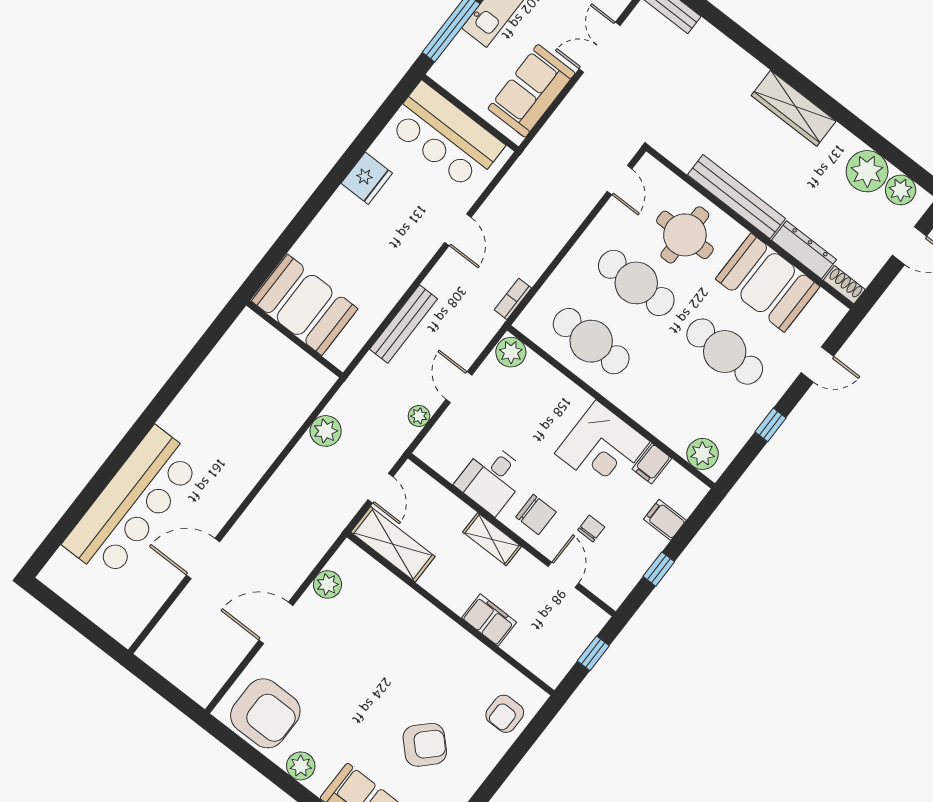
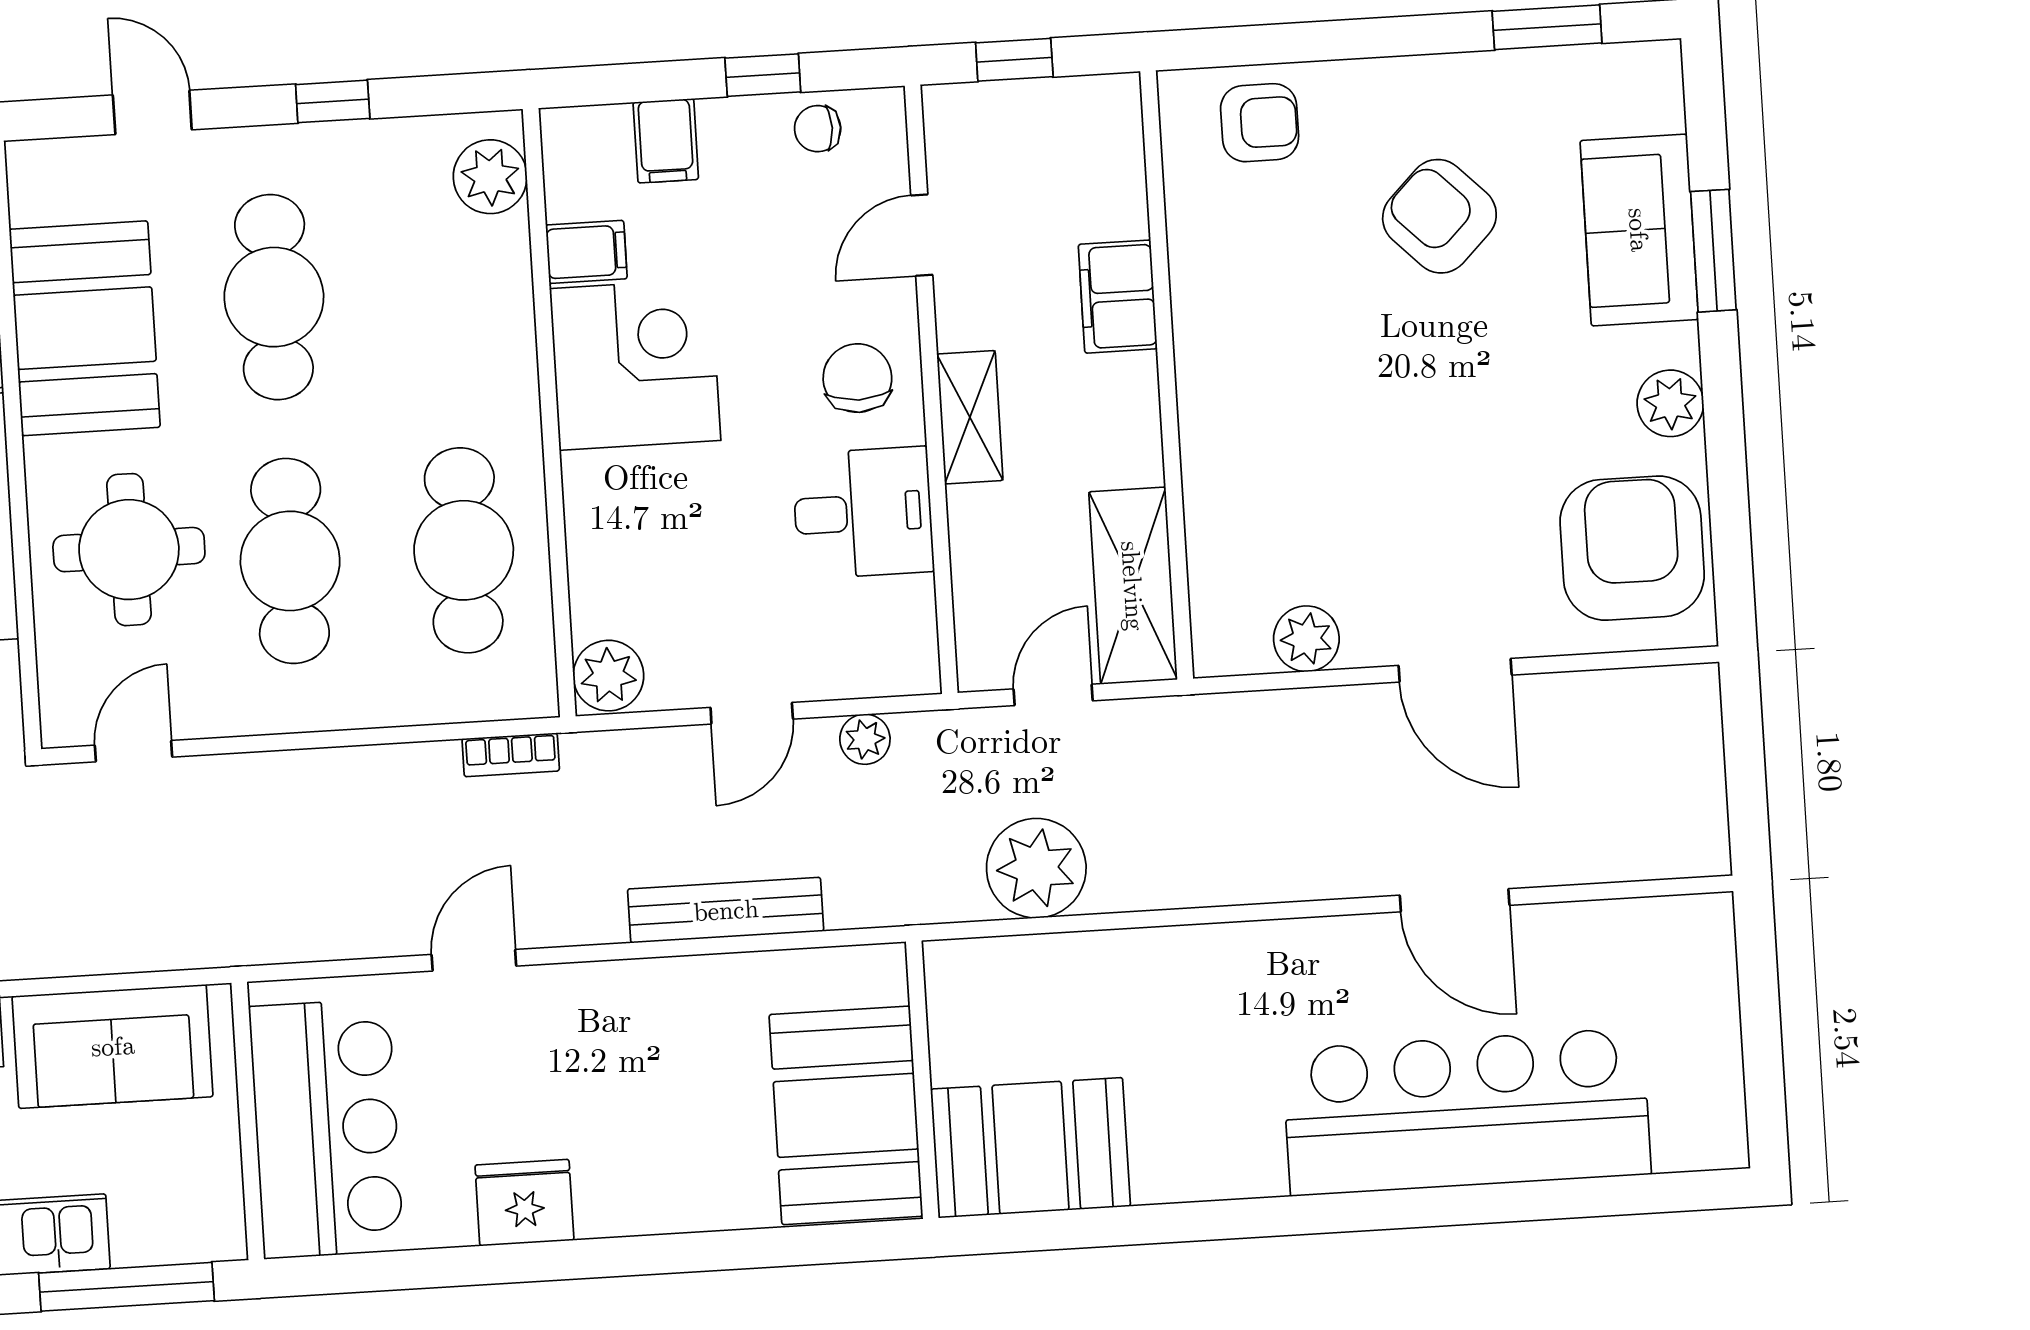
booth: (243, 354) -> (1030, 1148), added
plant: (326, 431) -> (1036, 868), width x1.36, depth x1.36
chair: (591, 528) -> (818, 129), moved

